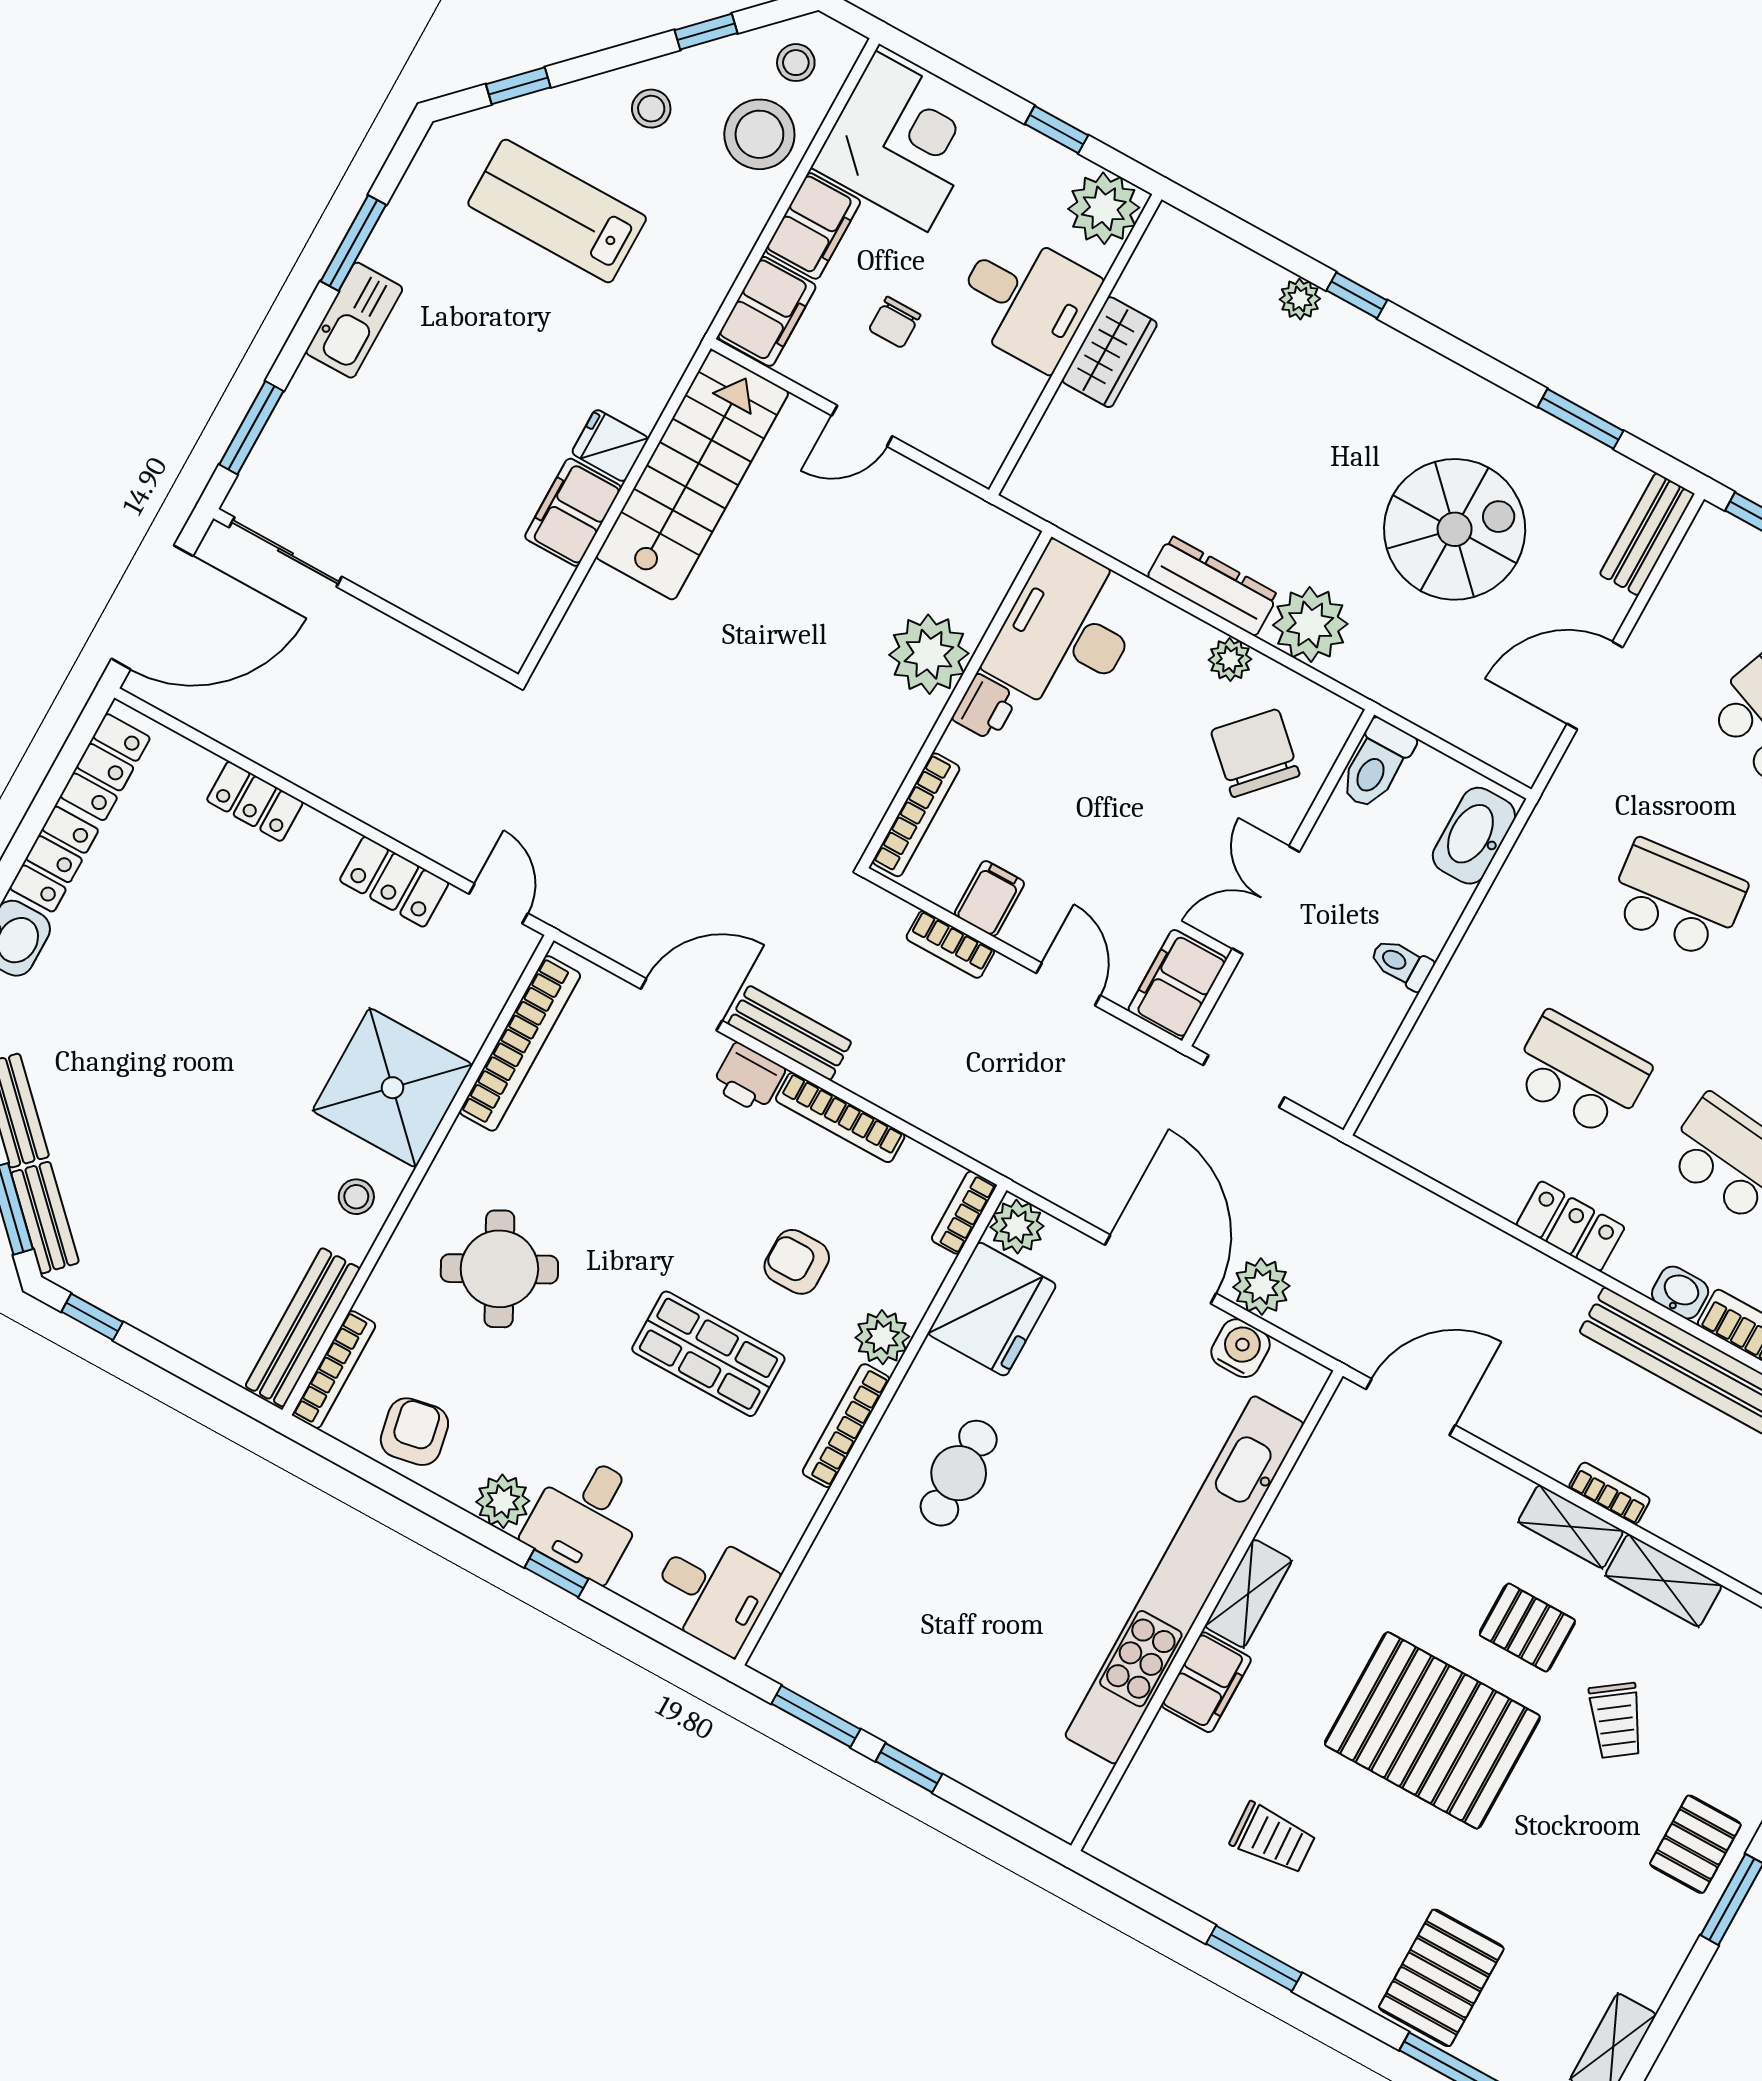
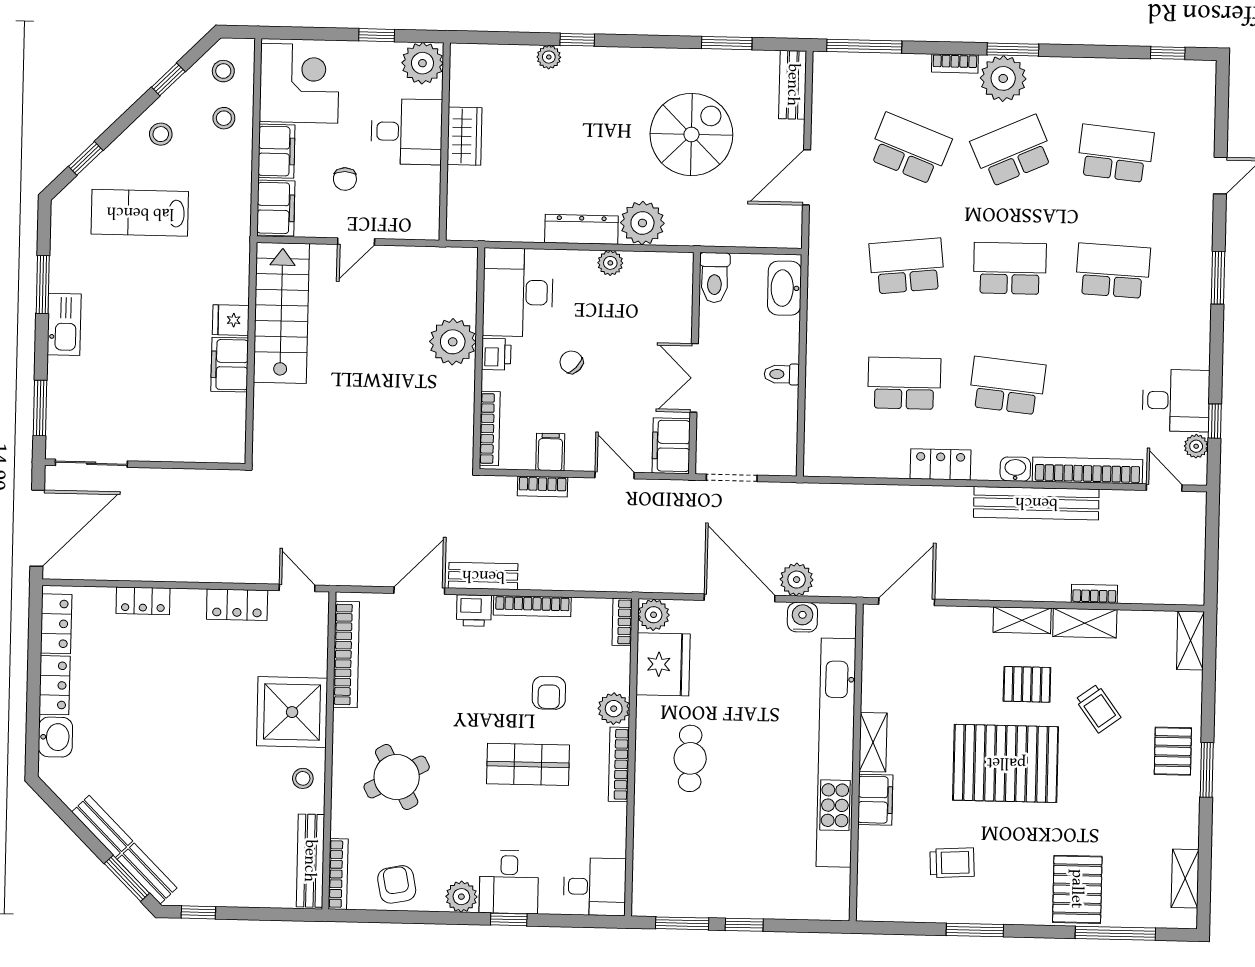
stool: (759, 134) -> (224, 118), width x0.53, depth x0.53
chair: (1255, 753) -> (571, 362), moved, width x0.54, depth x0.54
armchair: (797, 1262) -> (549, 693), turned -90
bookcase: (1609, 1493) -> (1094, 594), moved

